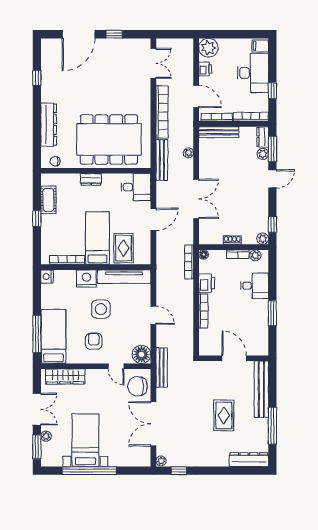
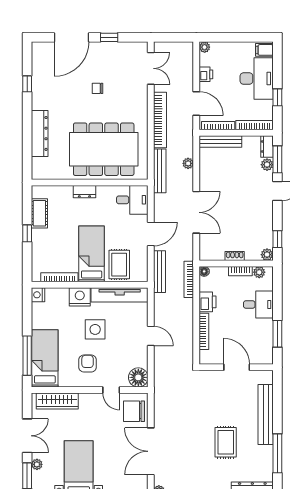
plant: (208, 48) -> (205, 47), width x0.53, depth x0.53
chair: (55, 161) -> (98, 88), moved
door: (234, 358) -> (237, 367), moved
wall: (234, 358) -> (236, 367), moved
bench: (162, 367) -> (160, 272), moved

